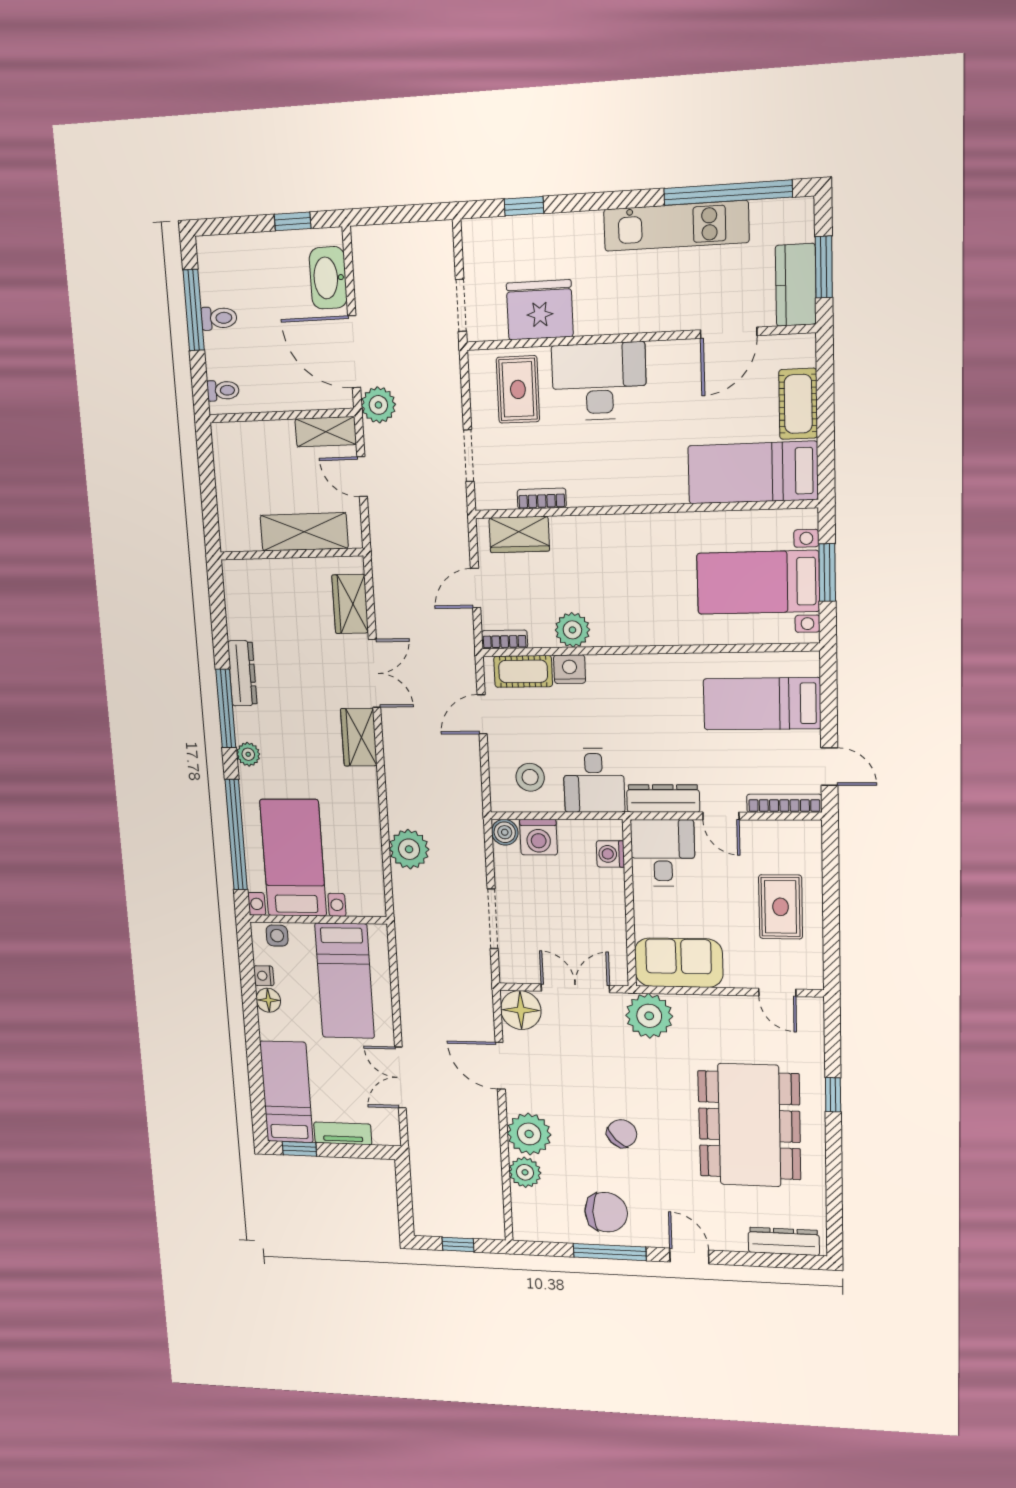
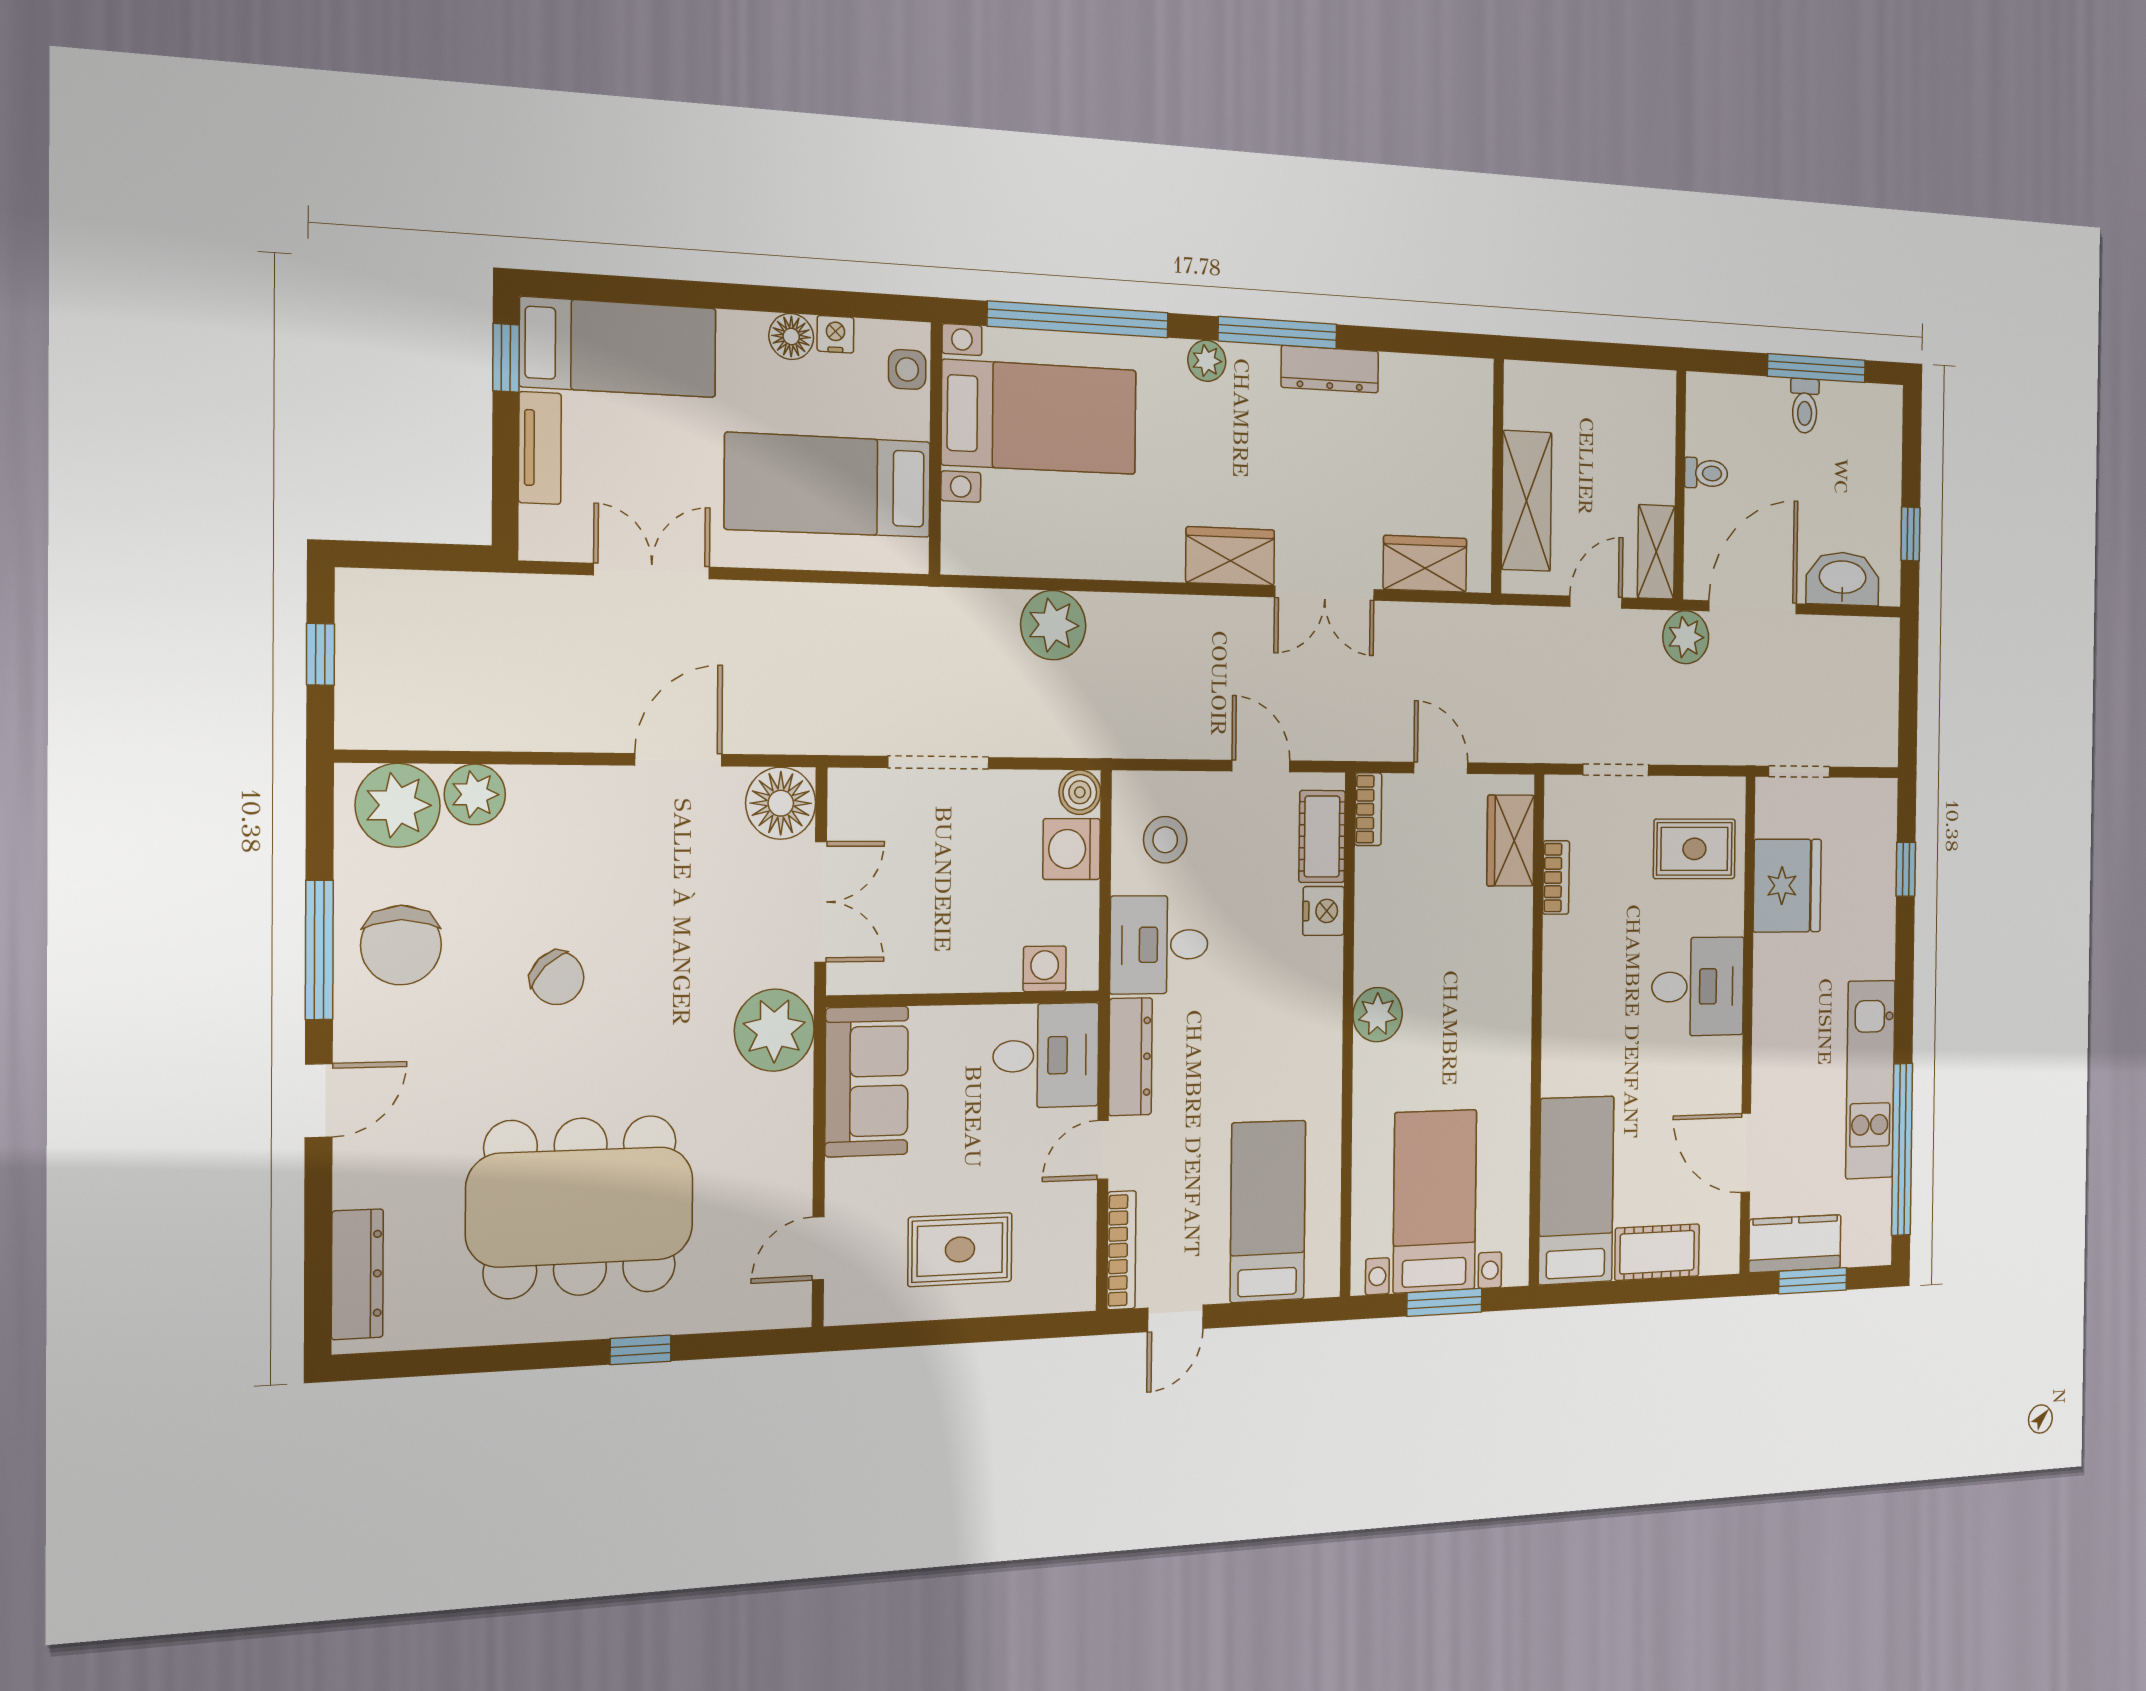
desk: (599, 381) -> (1698, 987), width x0.73
toilet: (223, 390) -> (1706, 473), moved, turned -90
plant: (572, 630) -> (1378, 1015), moved
plant: (529, 1134) -> (398, 805), moved

